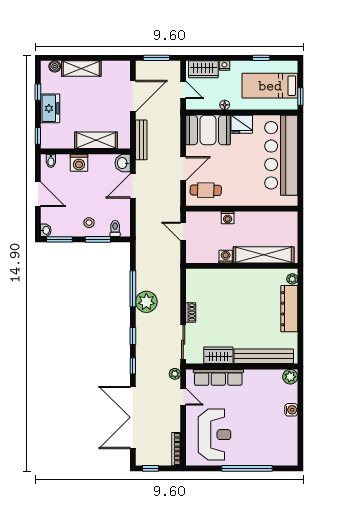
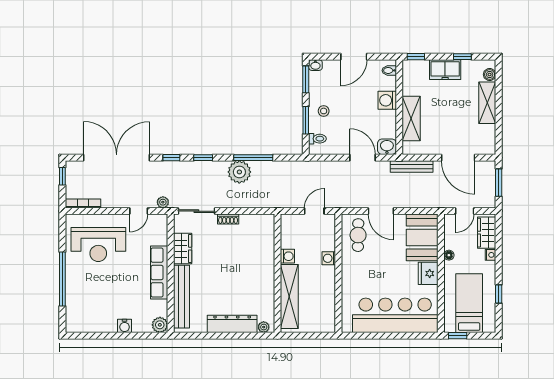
row of seats: (218, 377) -> (159, 272), moved

